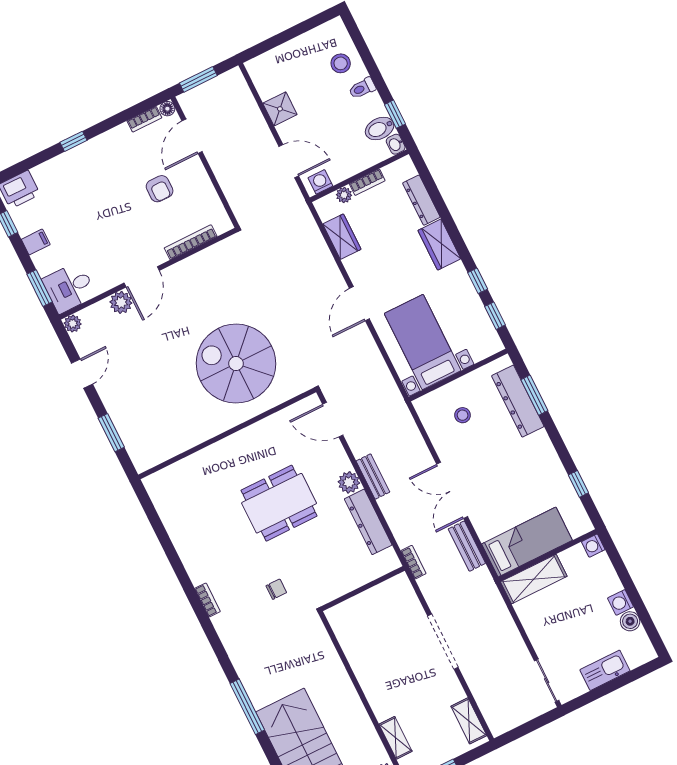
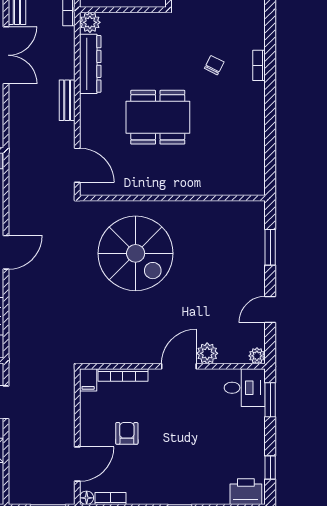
filing cabinet: (36, 242) -> (88, 380), moved, turned -90
plant: (349, 482) -> (90, 22), moved
chair: (276, 589) -> (214, 65), moved, turned 117

